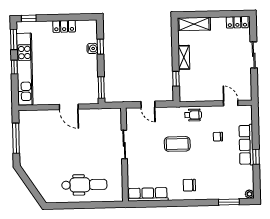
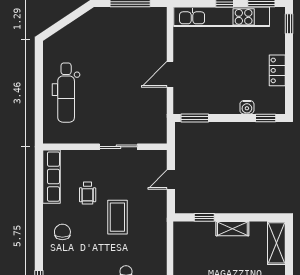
window: (100, 47) -> (266, 118), moved
wheelchair: (193, 115) -> (88, 193), moved

